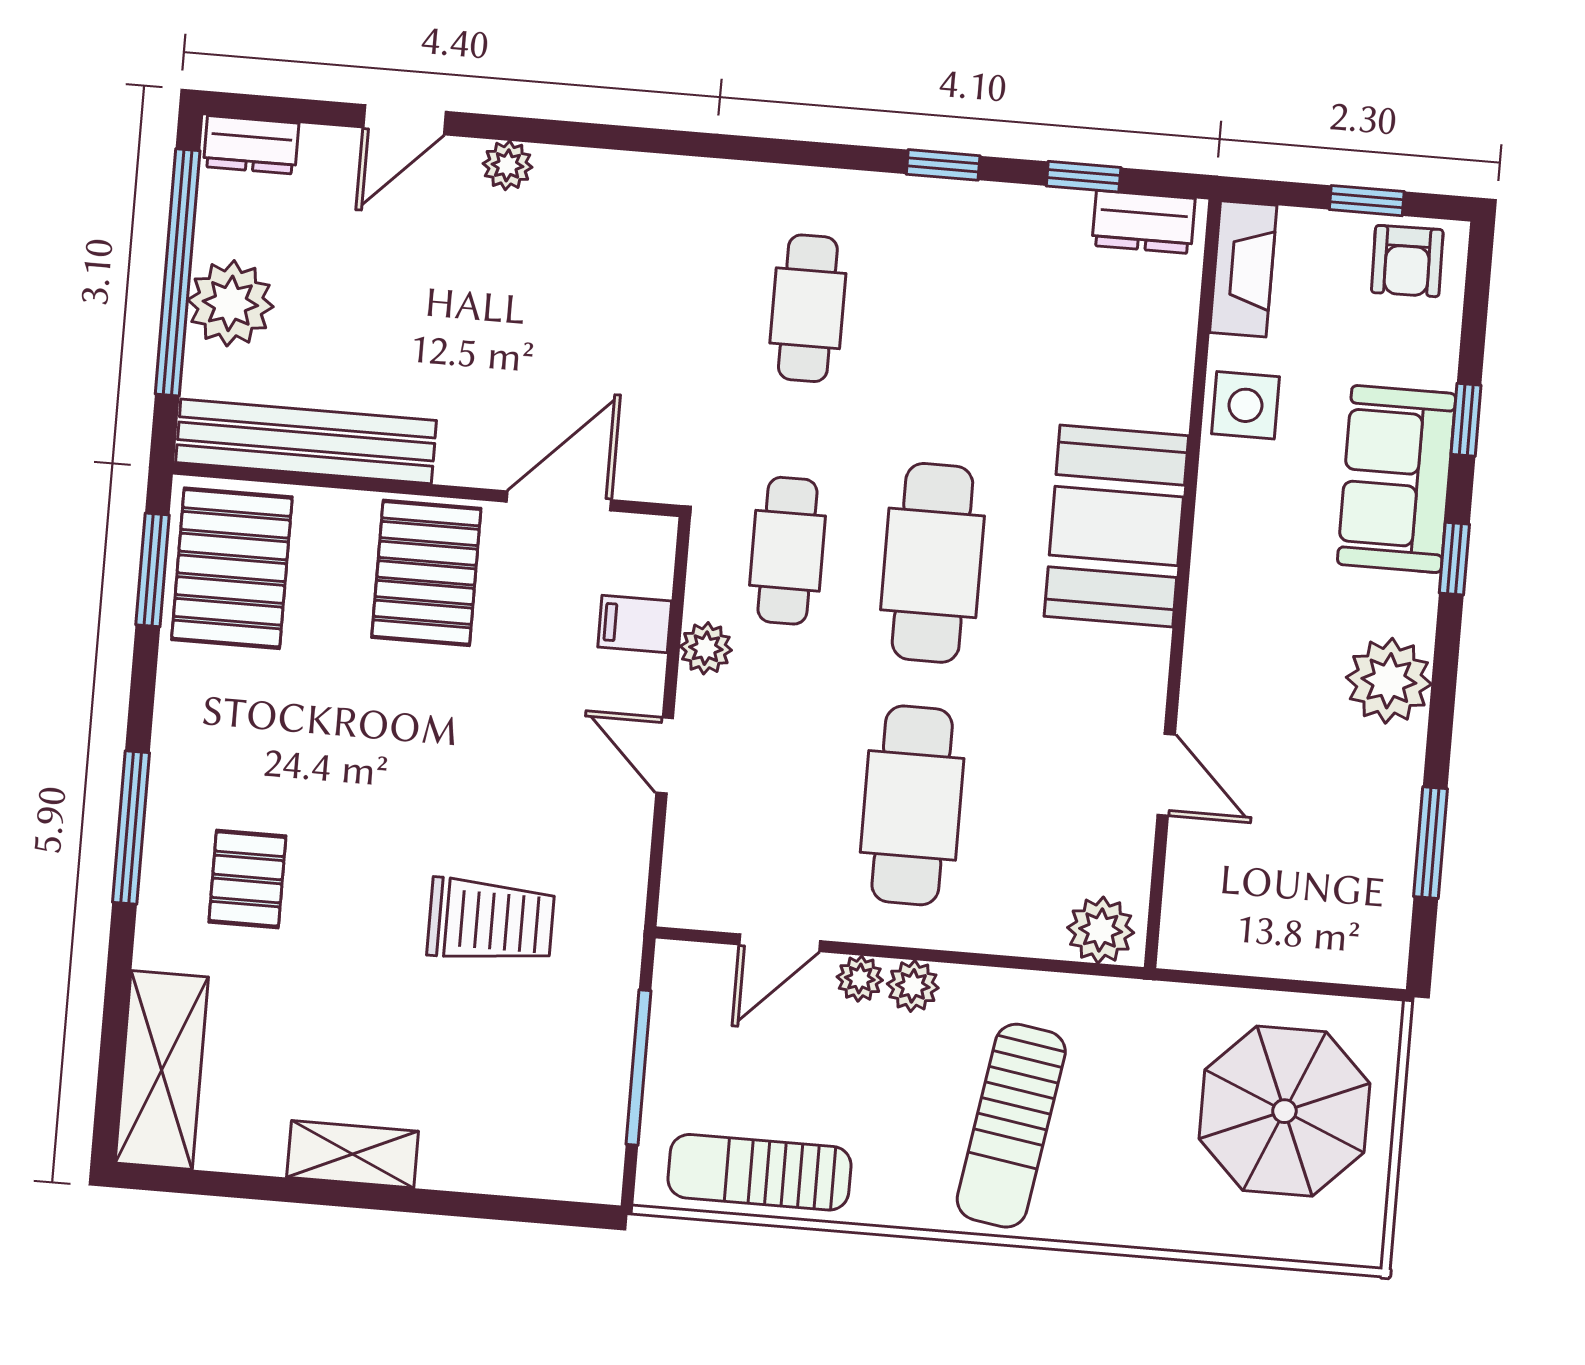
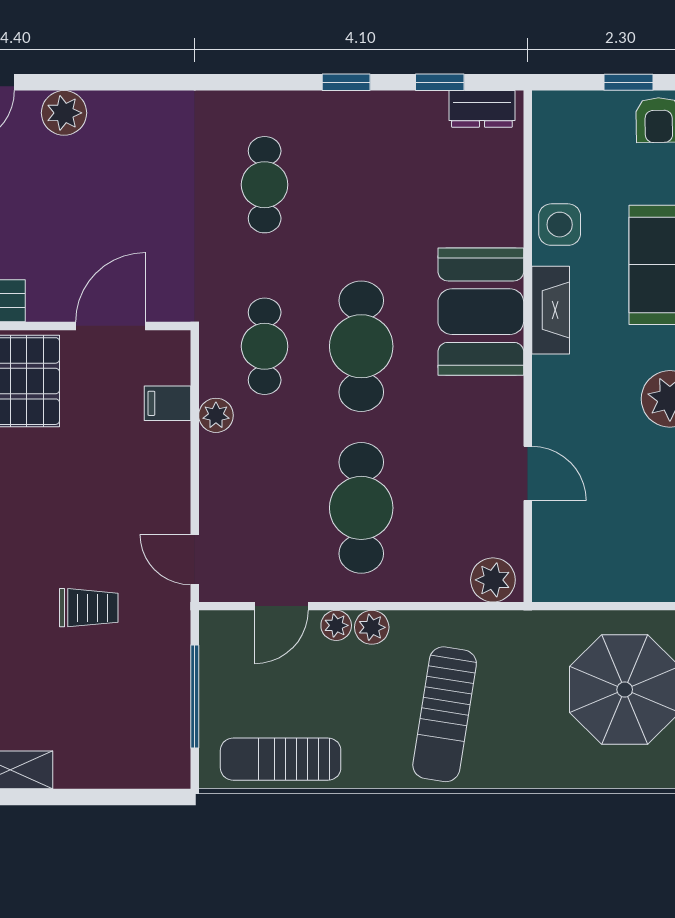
plant: (507, 165) -> (64, 113), width x1.38, depth x1.38
fireplace: (1243, 269) -> (551, 310), moved
door: (665, 755) -> (195, 560), moved
trolley: (491, 921) -> (89, 608), width x0.73, depth x0.72

